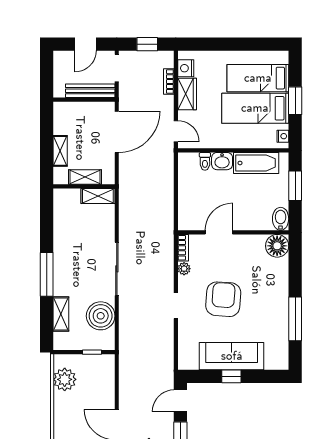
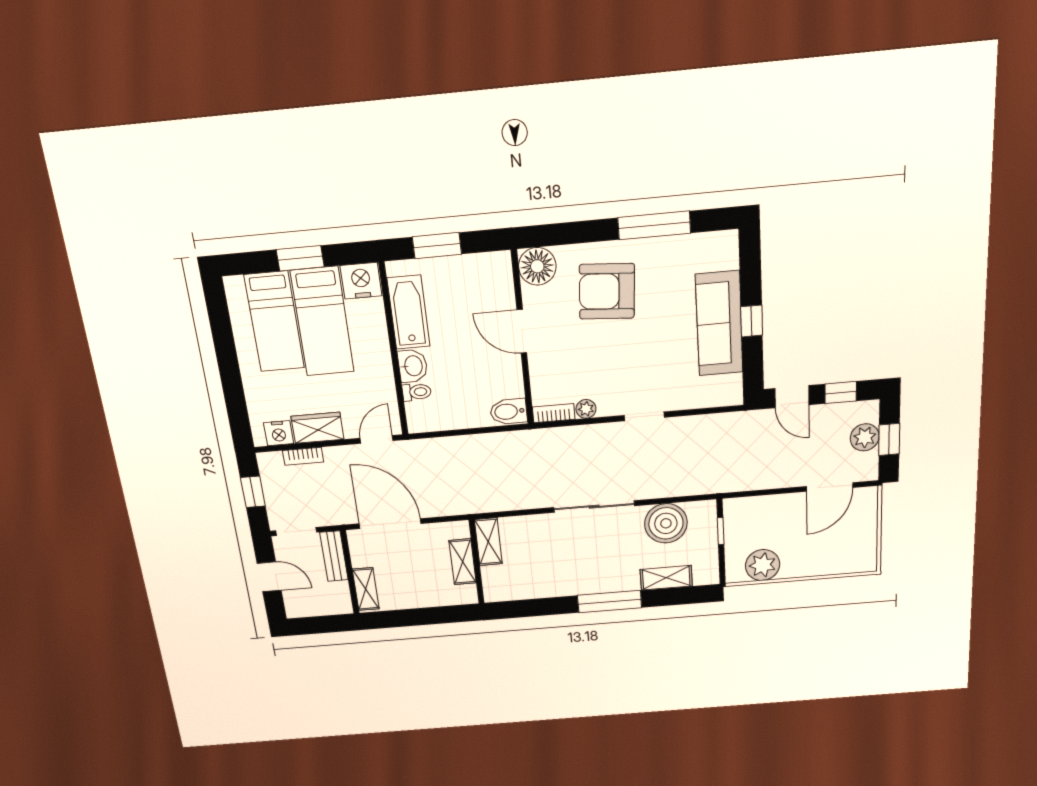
bench: (90, 91) -> (334, 556), width x0.73
nightstand: (283, 136) -> (361, 281), width x1.89, depth x1.79
shelving: (60, 151) -> (366, 589), moved, turned 90
bidet: (281, 219) -> (509, 412), moved
door: (219, 232) -> (522, 331), moved
armchair: (223, 299) -> (607, 291), moved

